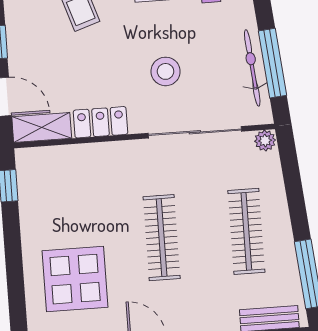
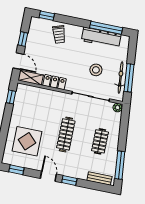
stool: (166, 71) -> (96, 70), moved
clothes rail: (246, 231) -> (100, 141), width x0.73

